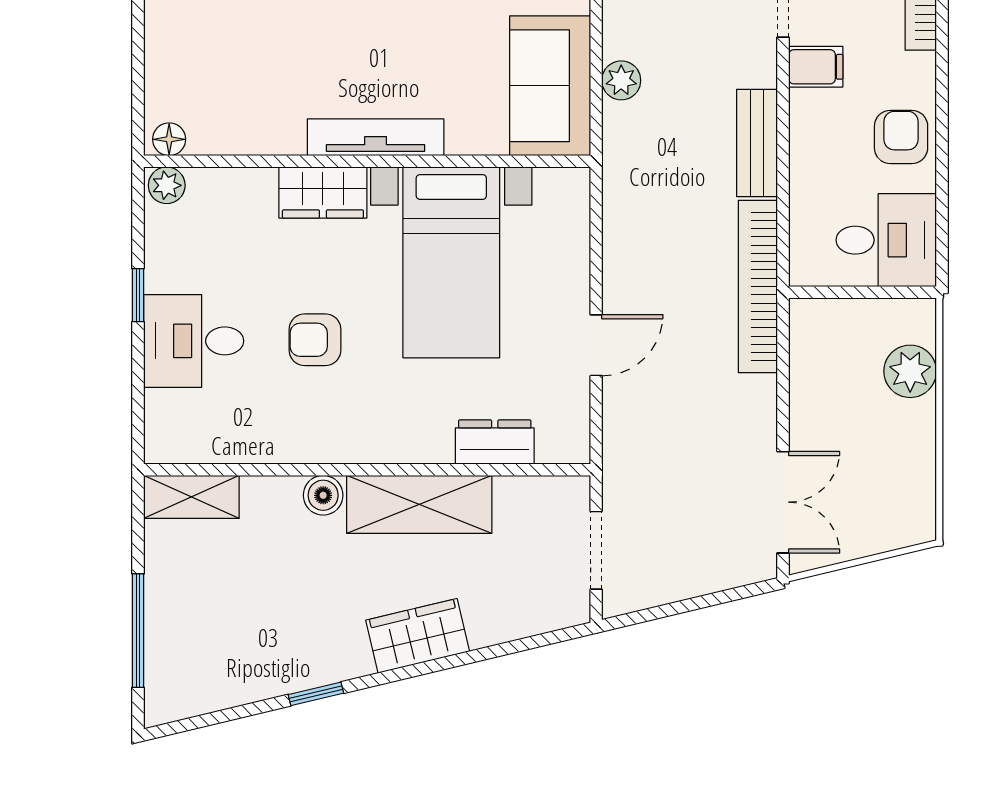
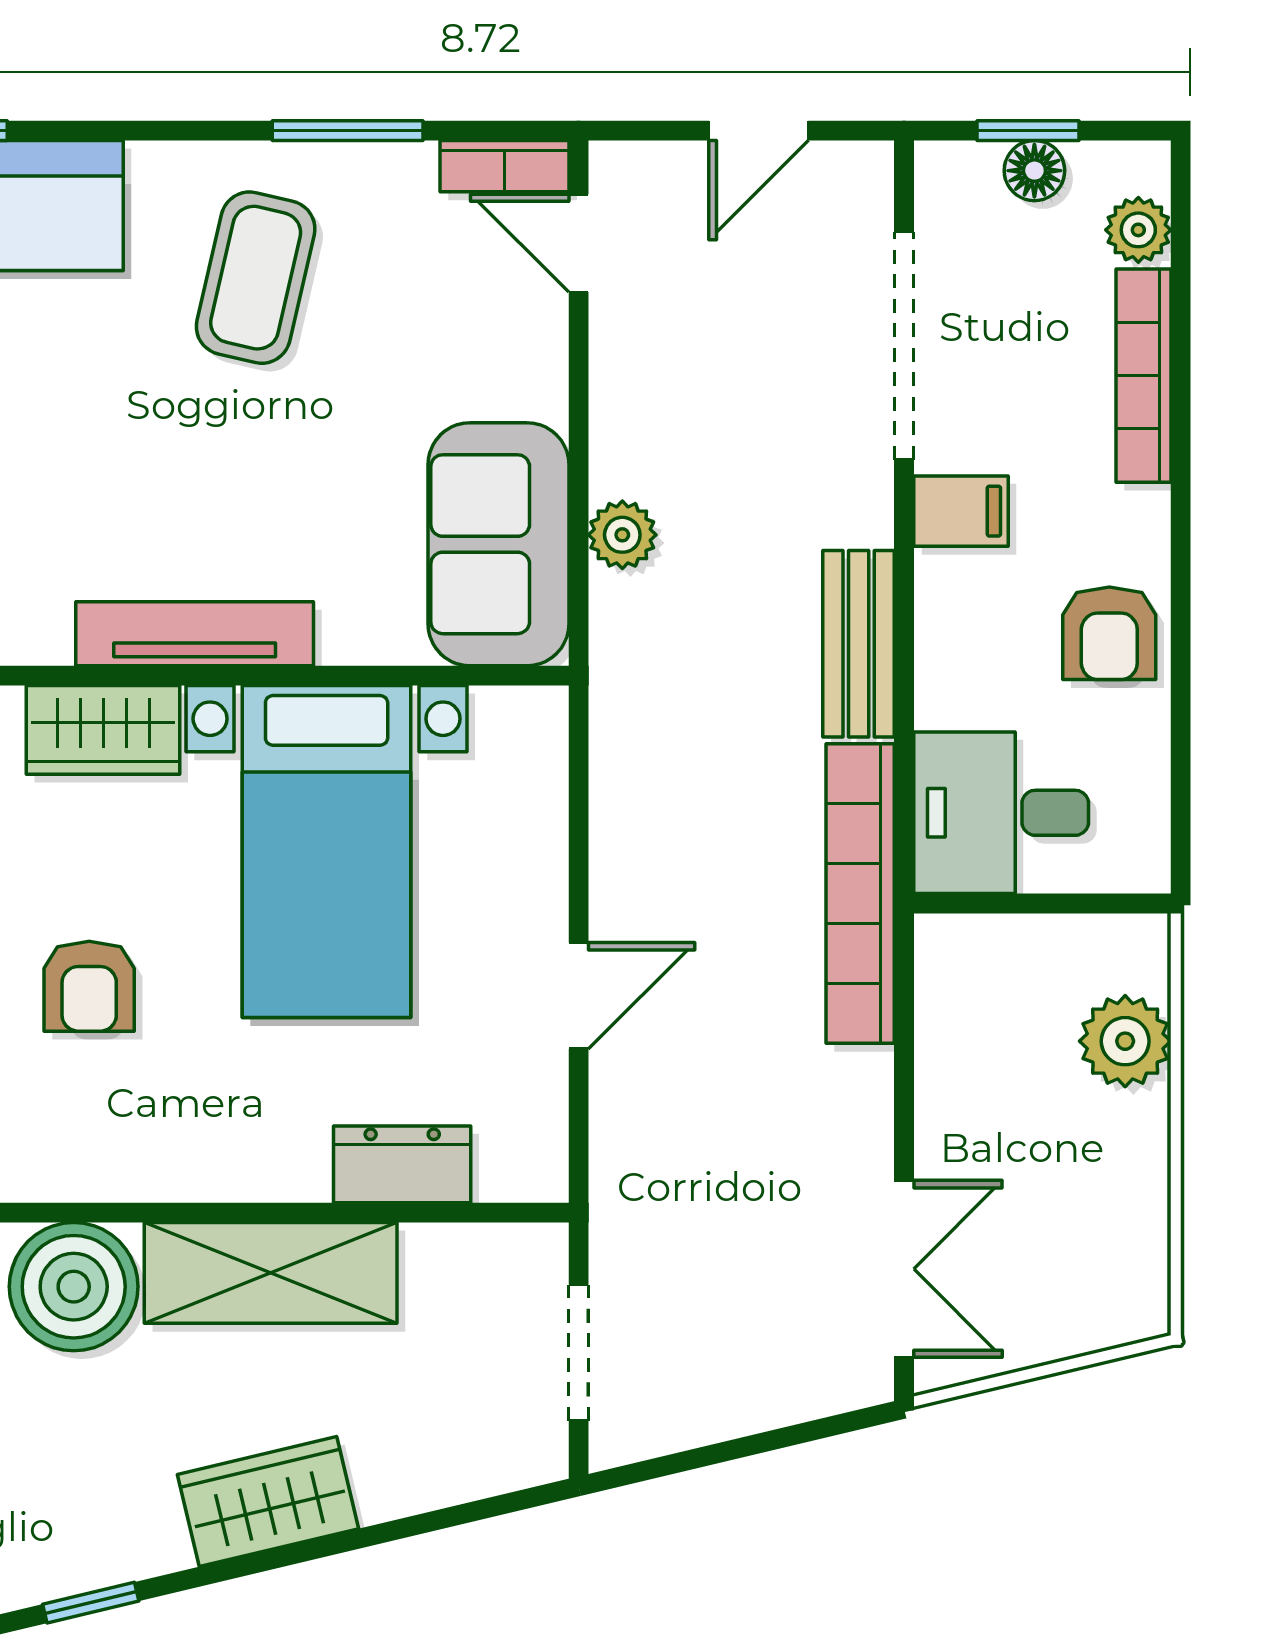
armchair: (901, 137) -> (1109, 633), turned 180
desk: (886, 240) -> (1001, 813), moved, turned 180
armchair: (315, 340) -> (89, 986), turned -90
boiler: (323, 495) -> (74, 1287), width x1.86, depth x1.86

